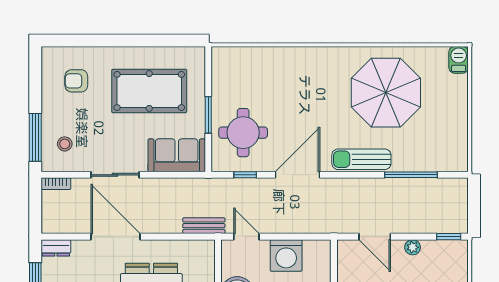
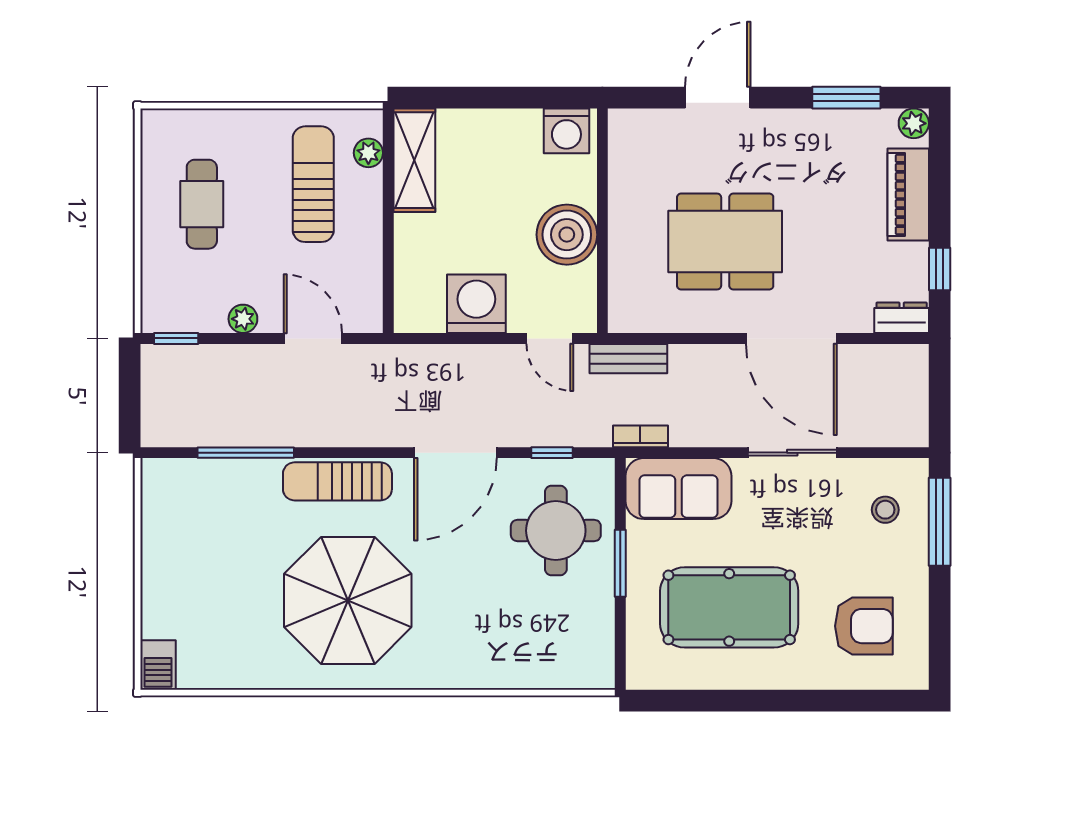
armchair: (76, 81) -> (864, 626), width x1.38, depth x1.38
parasol: (386, 93) -> (348, 600), moved
sun lounger: (361, 159) -> (337, 481), turned 180
bookcase: (56, 184) -> (640, 436), moved

